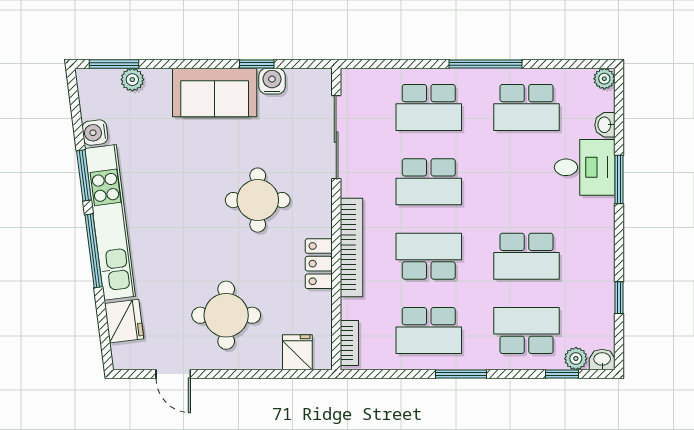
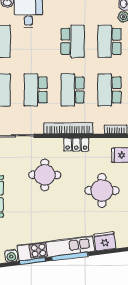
school desk: (429, 182) -> (36, 90), turned 180
school desk: (429, 331) -> (110, 90), turned 180

